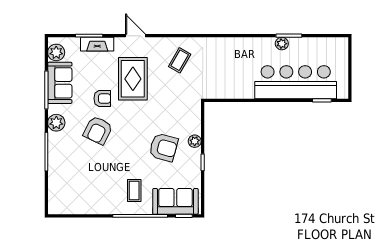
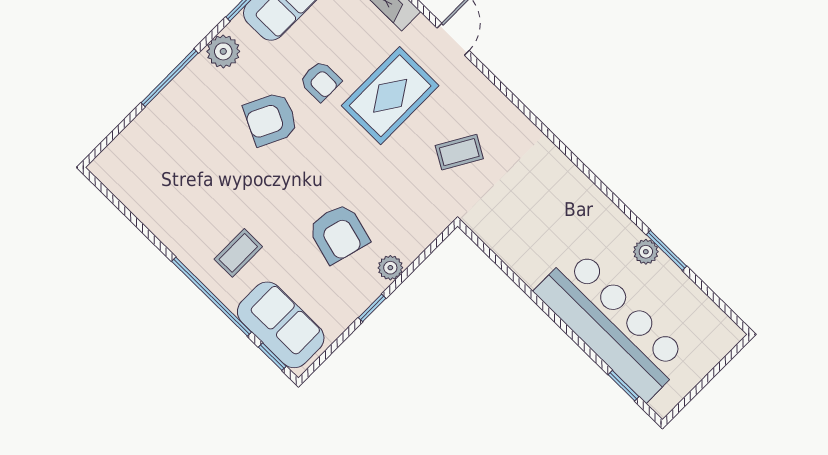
coffee table: (180, 60) -> (459, 152), moved

